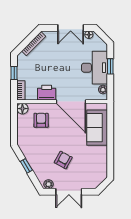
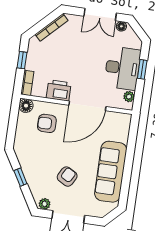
door: (71, 102) -> (87, 106), hinge flipped
armchair: (41, 120) -> (47, 123), turned -90
sofa: (97, 128) -> (111, 172), moved, width x1.36

